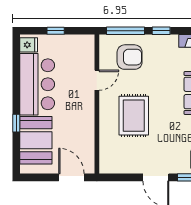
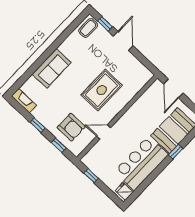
window: (56, 31) -> (91, 176), moved
window: (126, 31) -> (59, 145), width x0.46
armchair: (130, 57) -> (71, 127), turned 180

